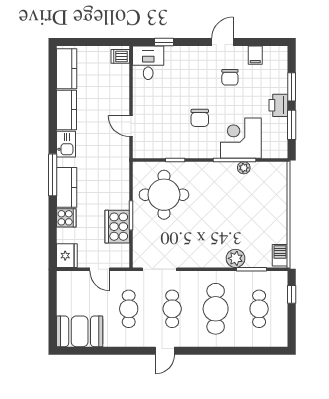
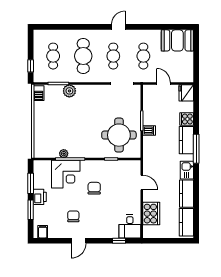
filing cabinet: (255, 55) -> (43, 232), moved
dishwasher: (120, 56) -> (149, 131), moved
cooker: (117, 227) -> (151, 214), moved

